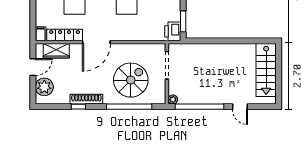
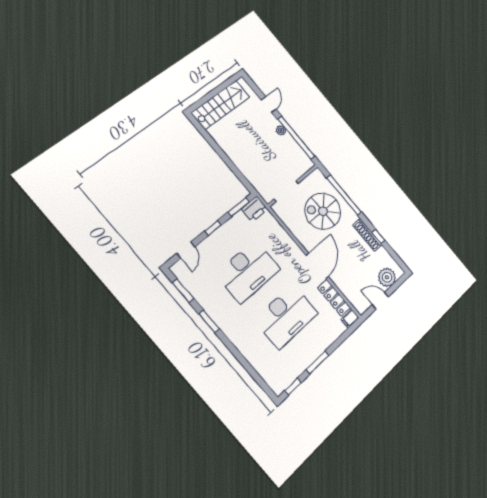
door: (96, 42) -> (317, 266), hinge flipped
wardrobe: (56, 51) -> (352, 293), removed
plant: (173, 100) -> (281, 130), moved

